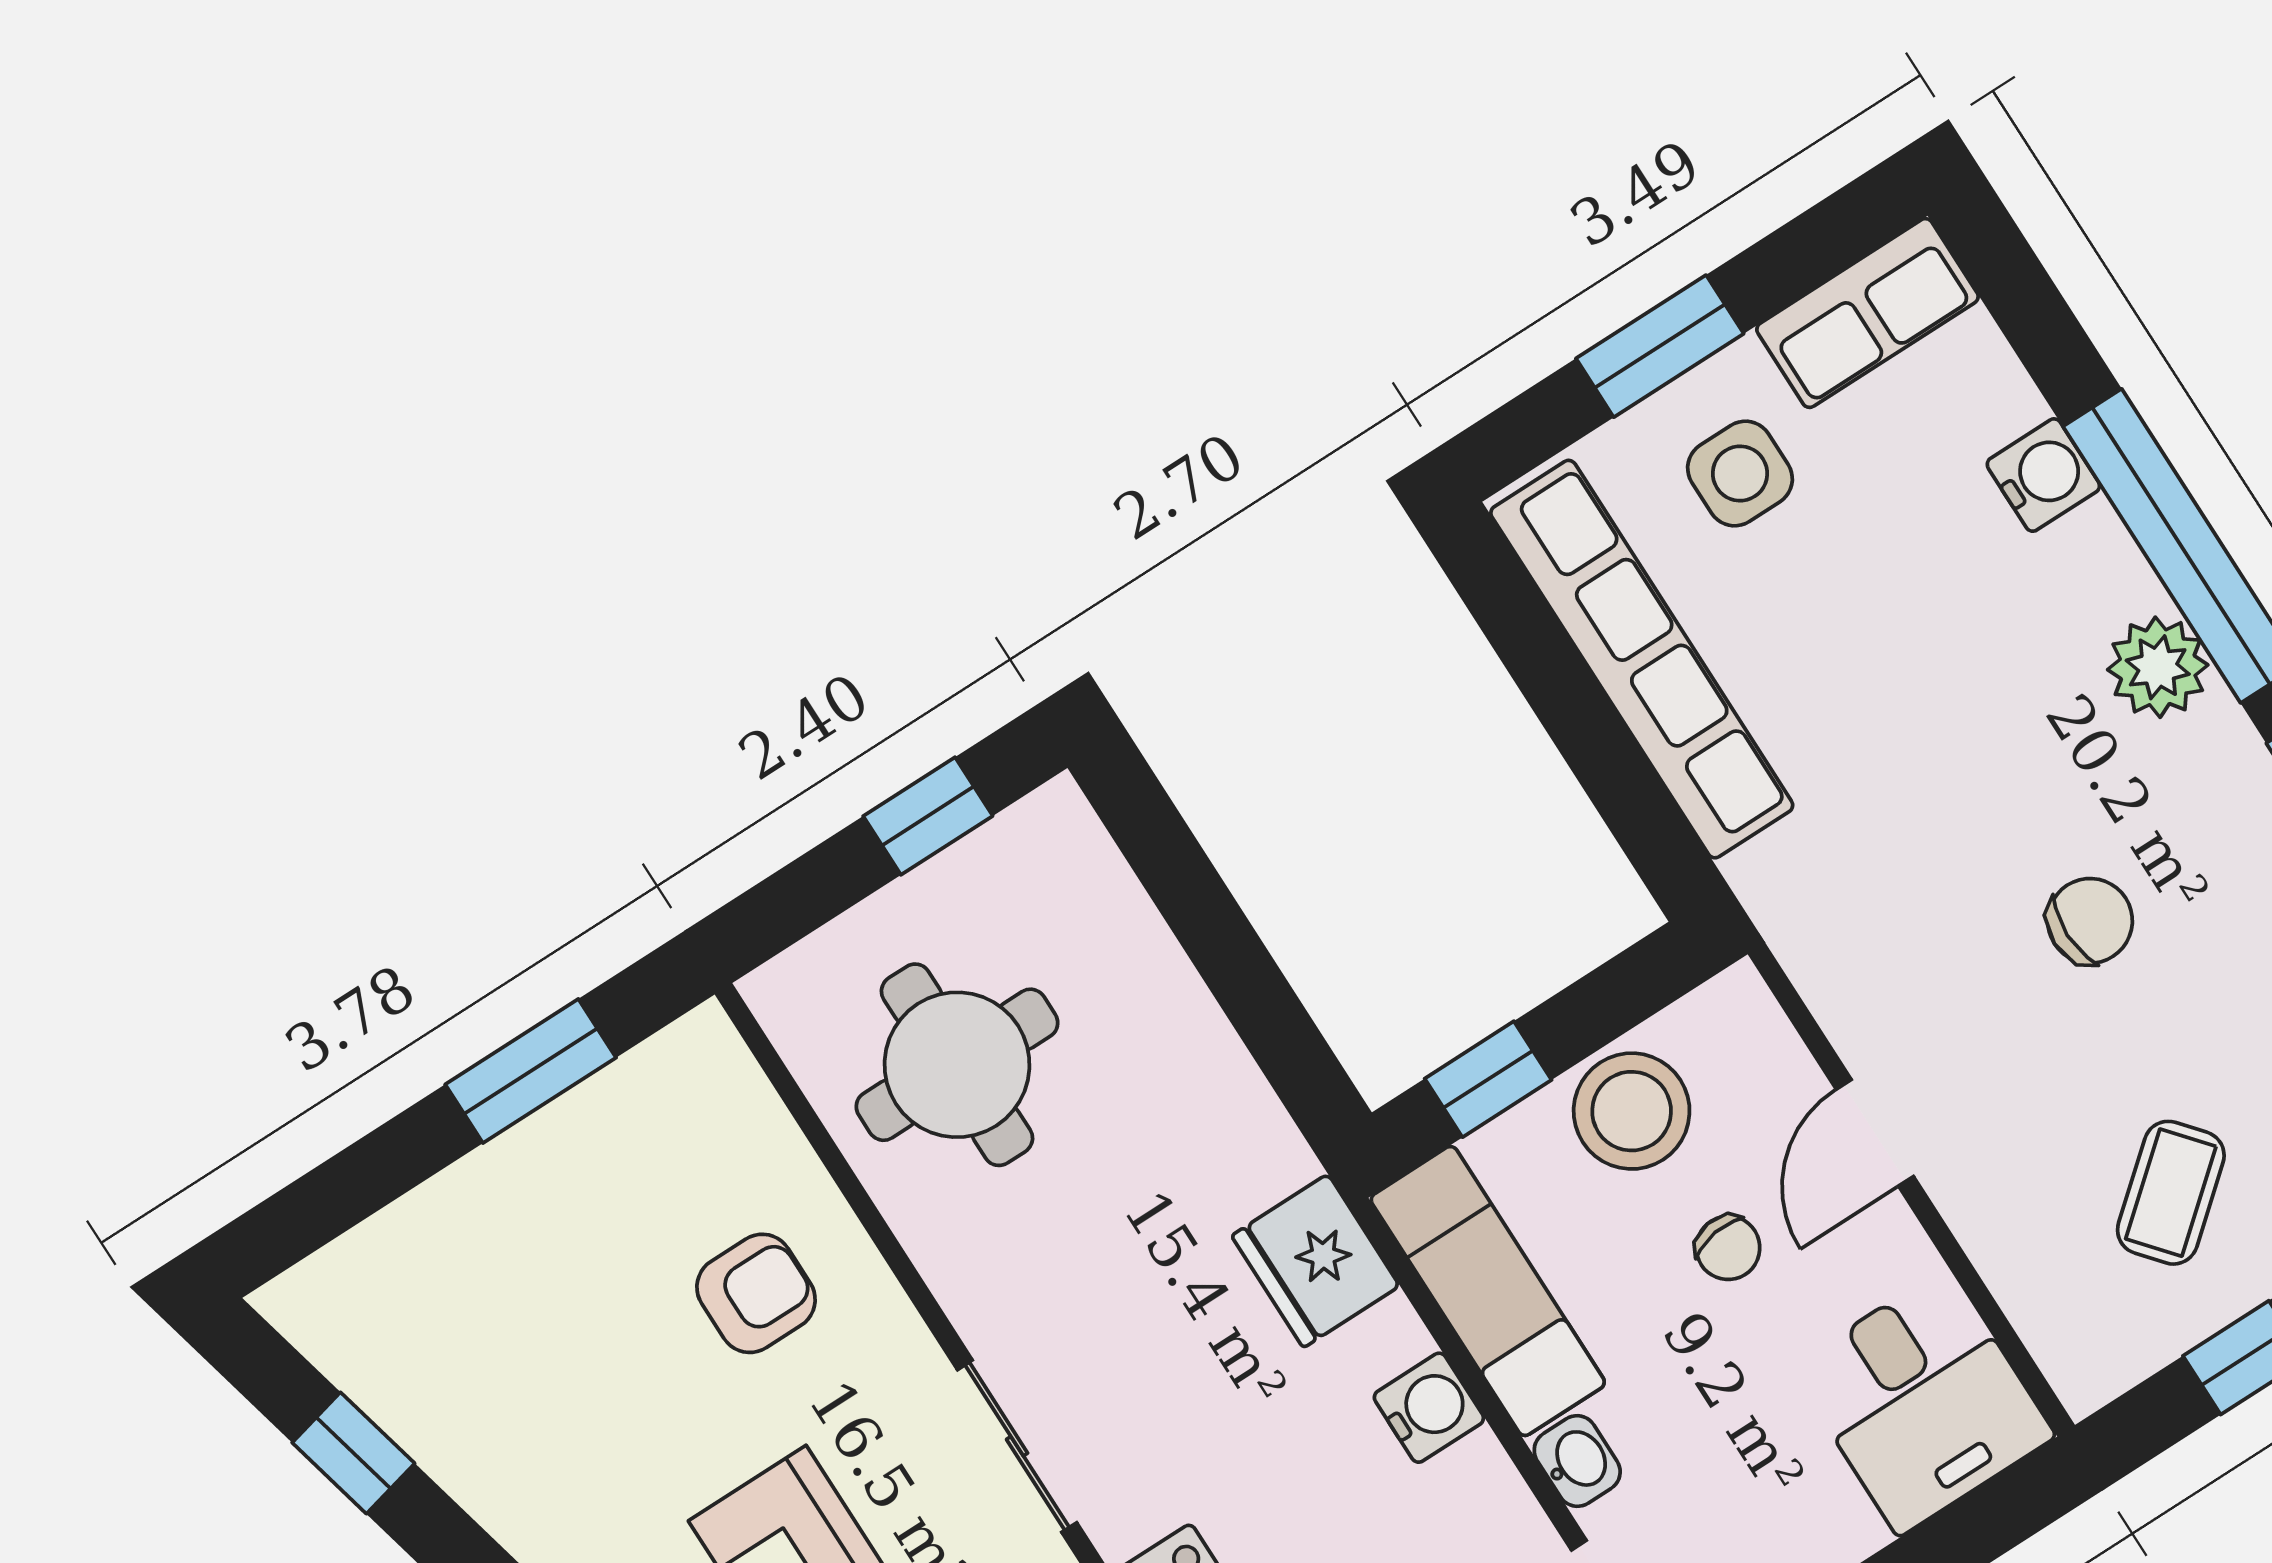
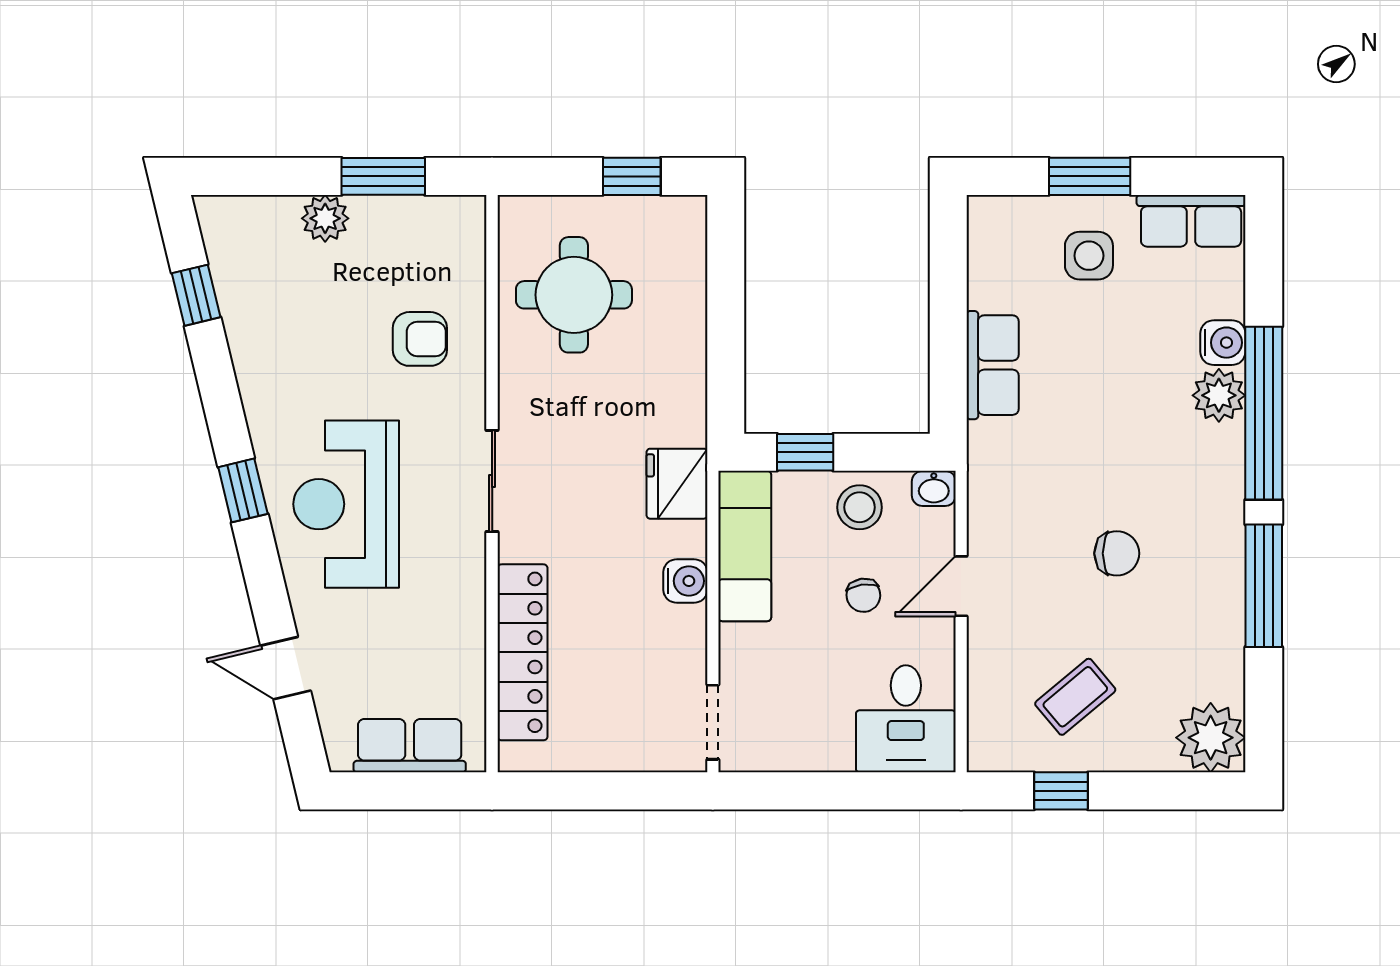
row of seats: (1642, 659) -> (993, 365), width x0.50
plant: (2158, 667) -> (1219, 395), moved
stool: (1632, 1111) -> (860, 507), width x0.73, depth x0.73
plant: (481, 1198) -> (325, 218), added
washbasin: (1577, 1461) -> (934, 488), moved, turned 90

